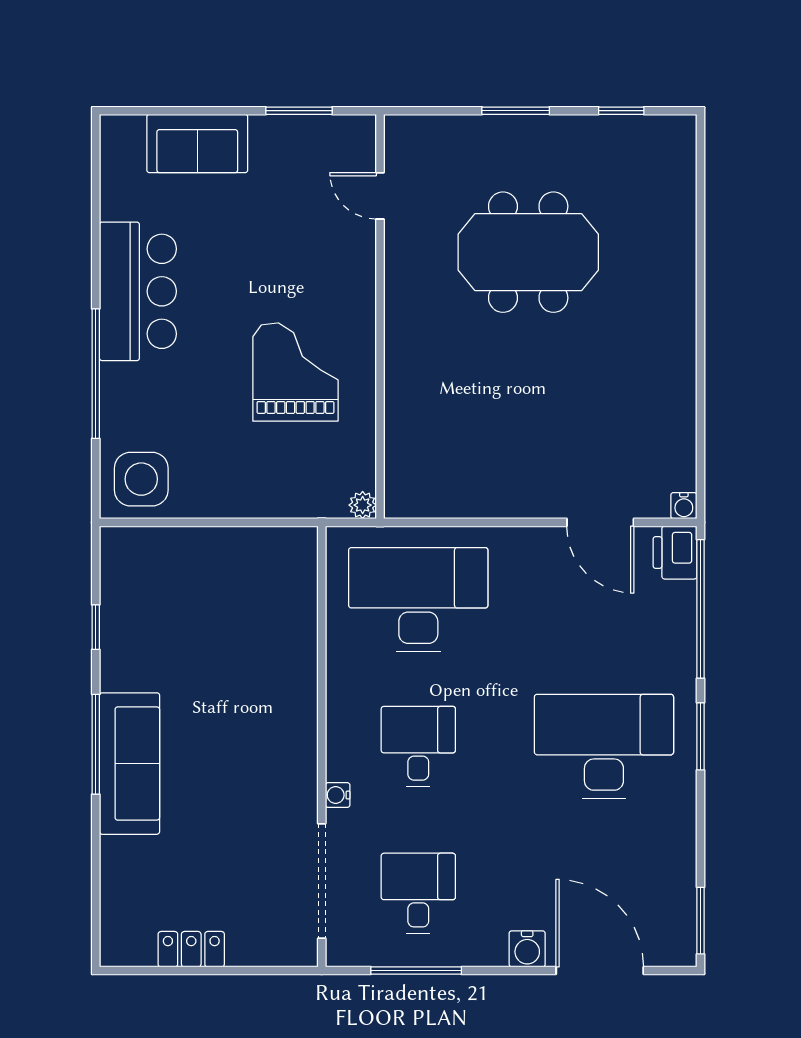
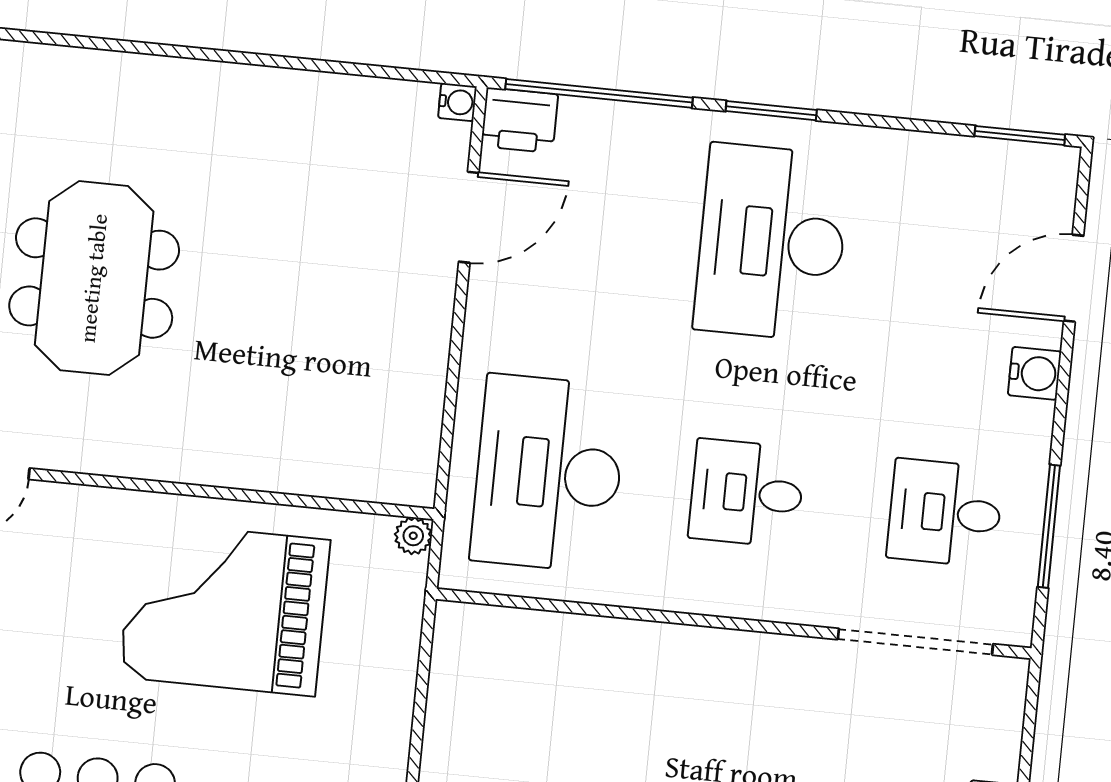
grand piano: (295, 372) -> (225, 609), width x1.37, depth x1.48
water cooler: (338, 795) -> (801, 609), removed
door: (600, 971) -> (1074, 278), width x0.73

